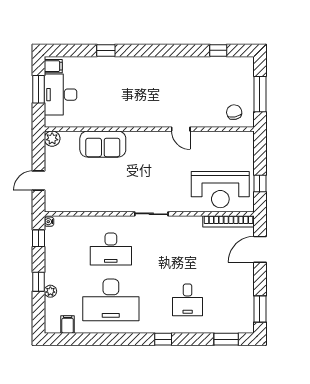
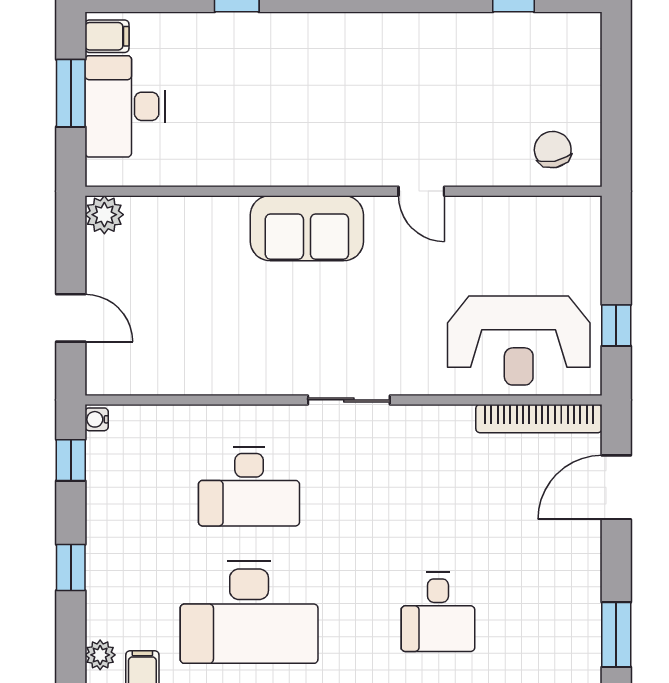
window: (260, 94) -> (616, 105), removed
sofa: (103, 144) -> (307, 228), moved
door: (38, 180) -> (71, 318), swing flipped
plant: (50, 291) -> (100, 655), moved

